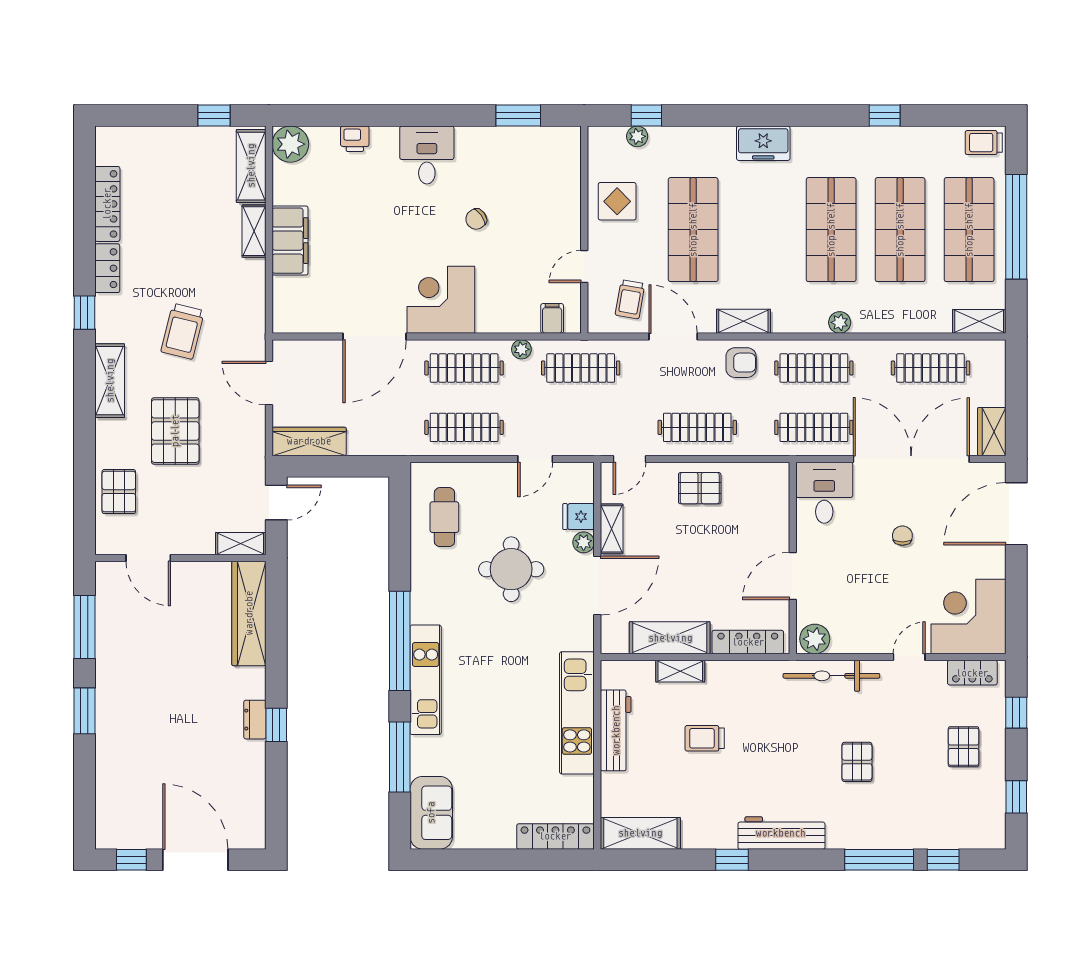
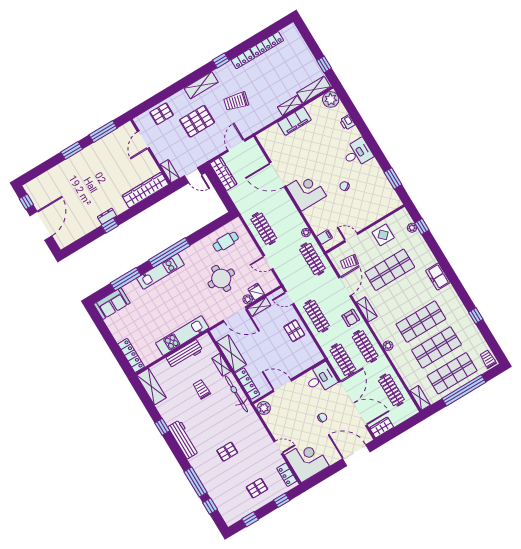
clothes rail: (464, 368) -> (286, 215), removed
bicycle: (831, 676) -> (236, 394), moved

